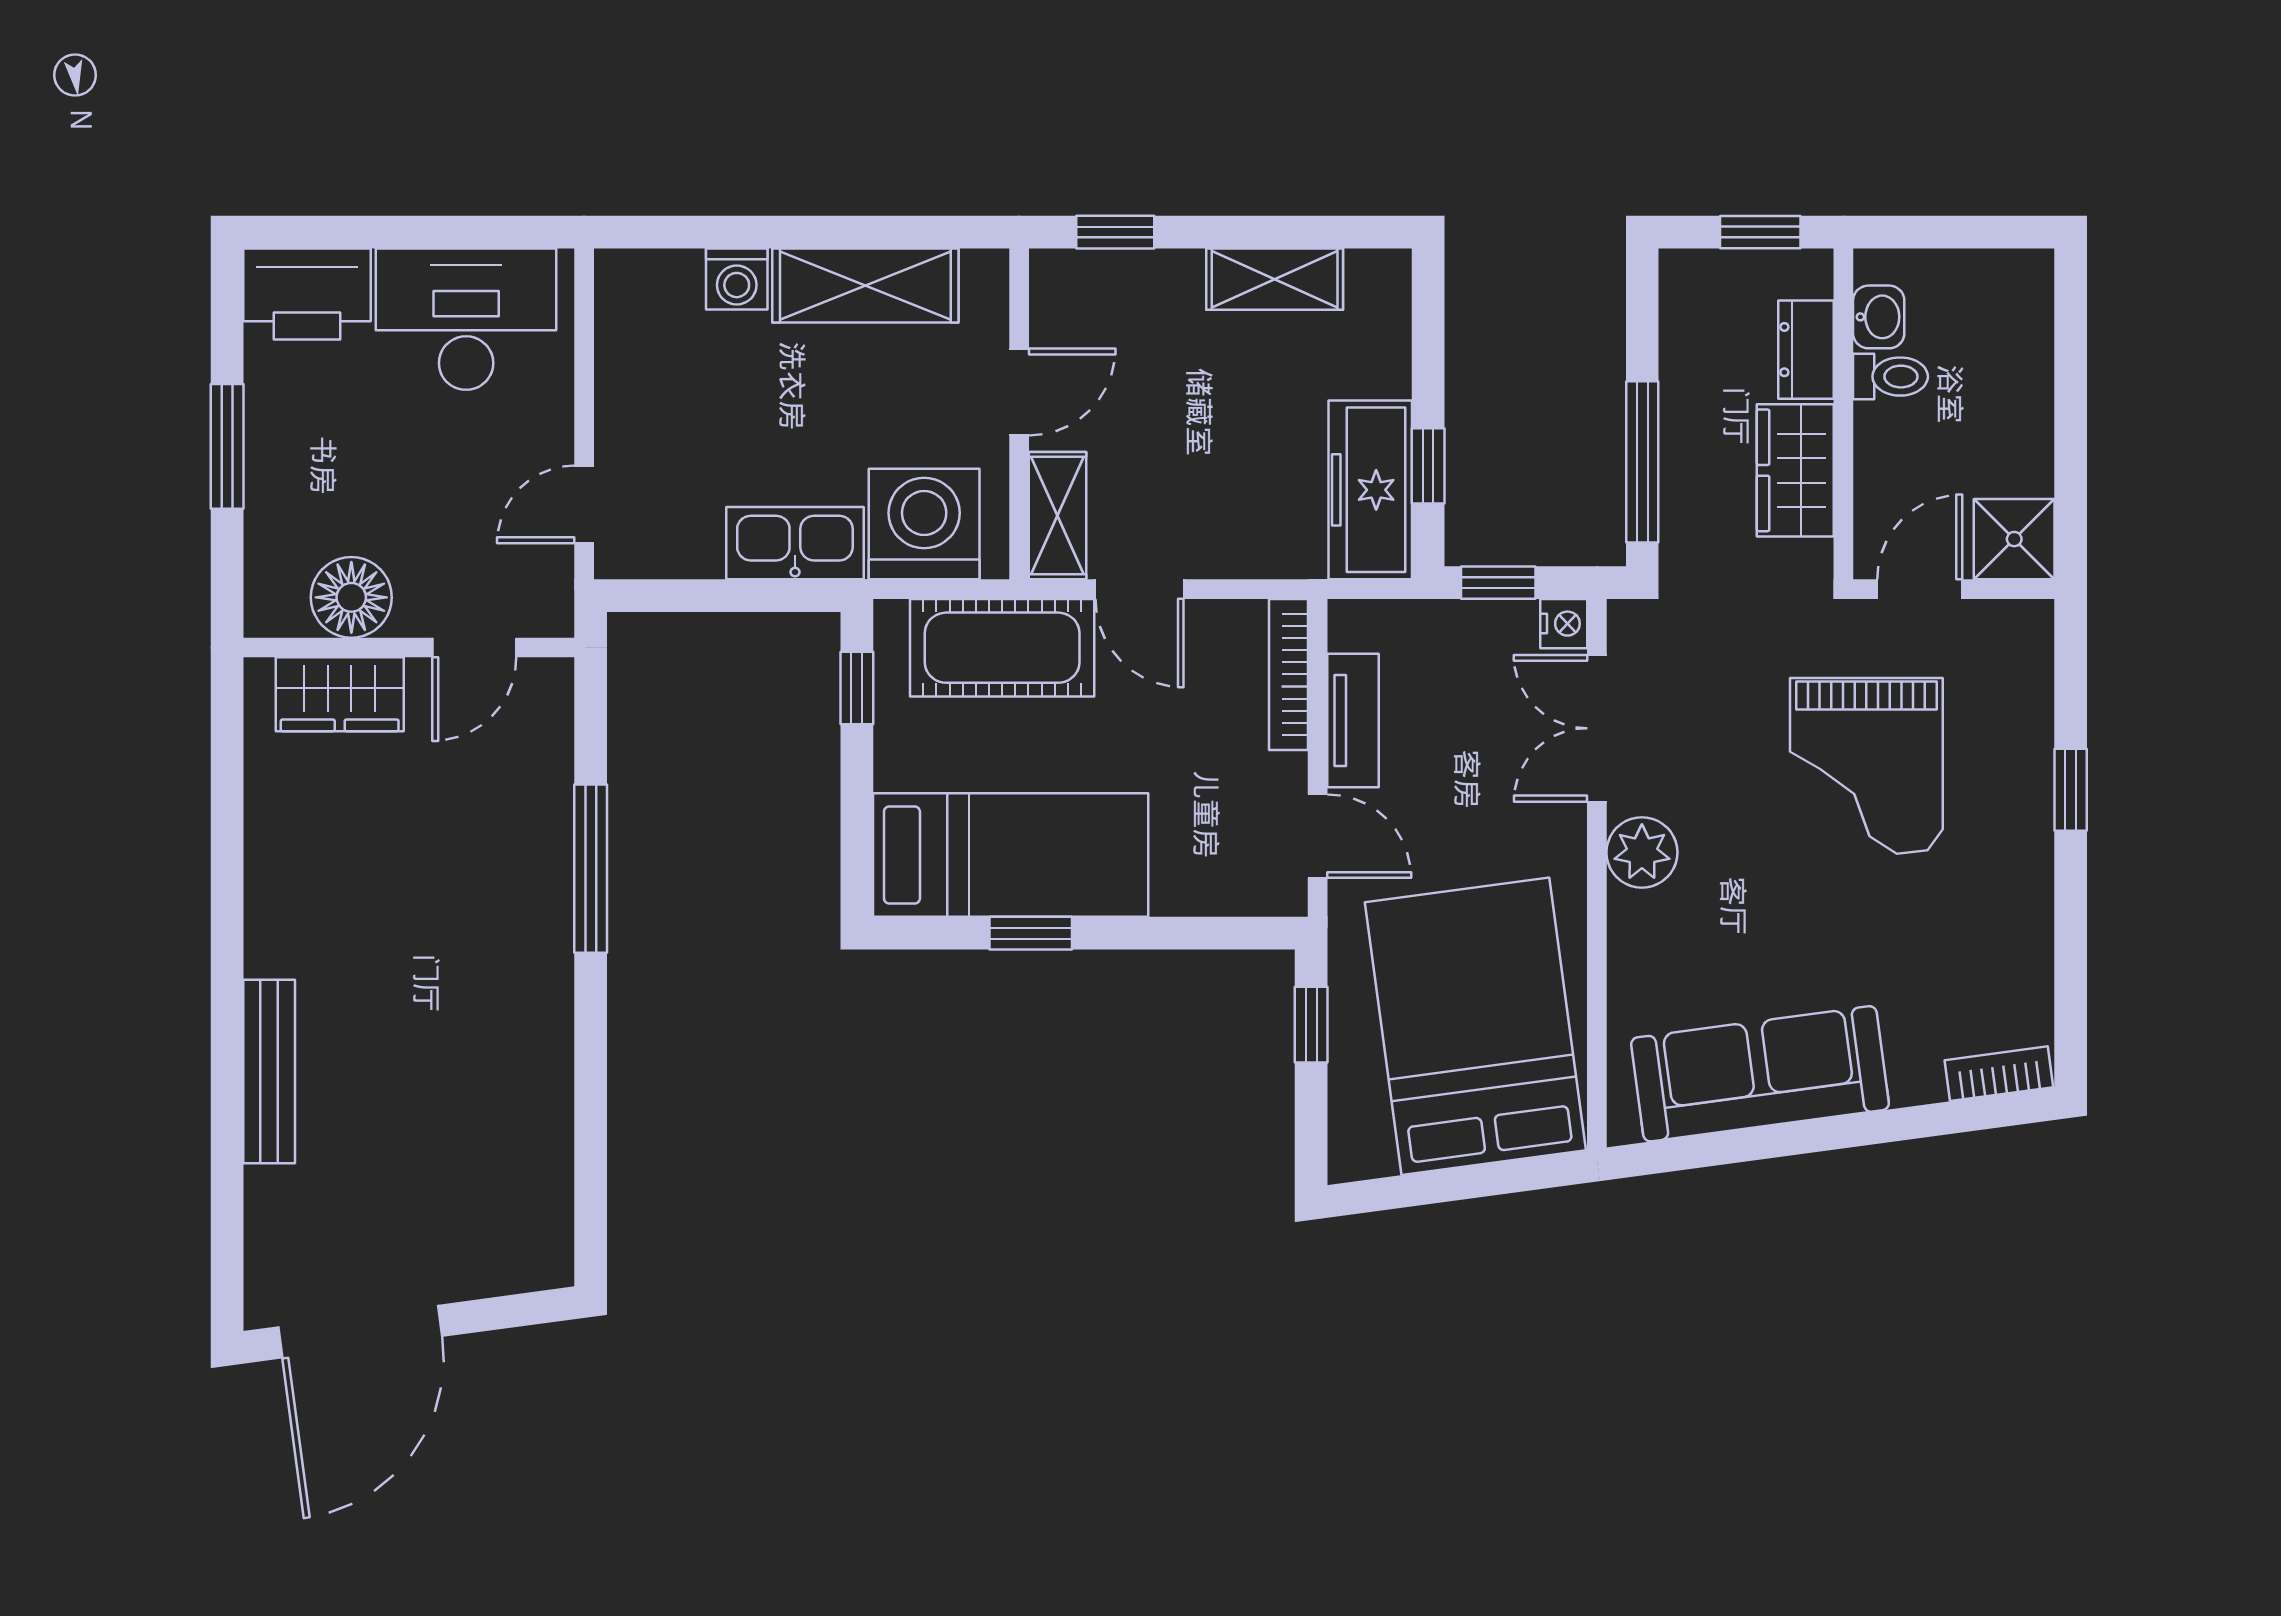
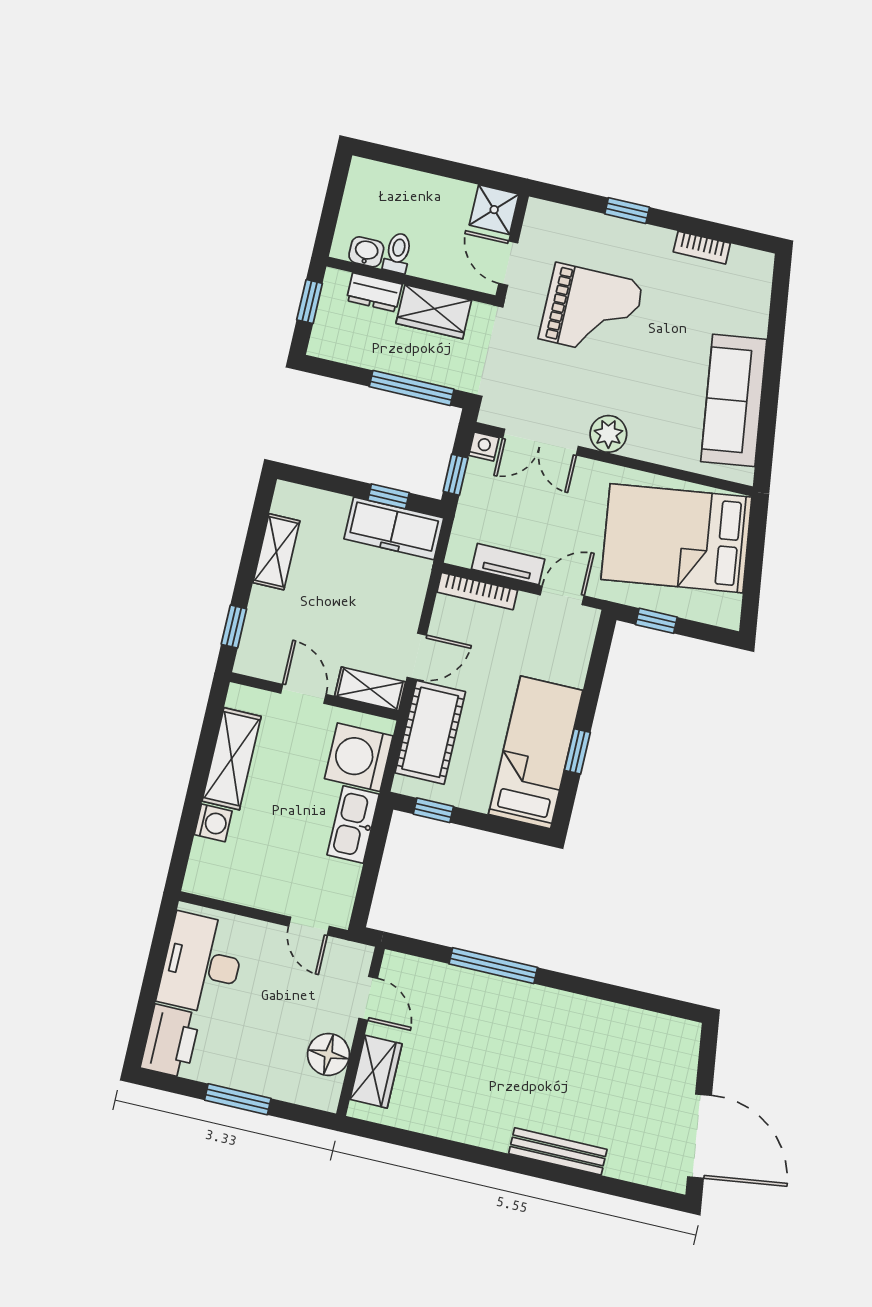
bookcase: (1999, 1074) -> (702, 248), moved, turned -82

